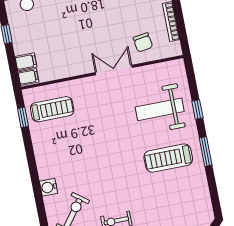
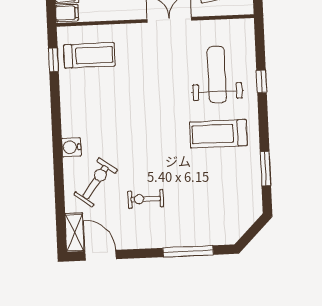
weight bench: (160, 109) -> (217, 75), turned 90
window: (206, 151) -> (265, 169), moved

